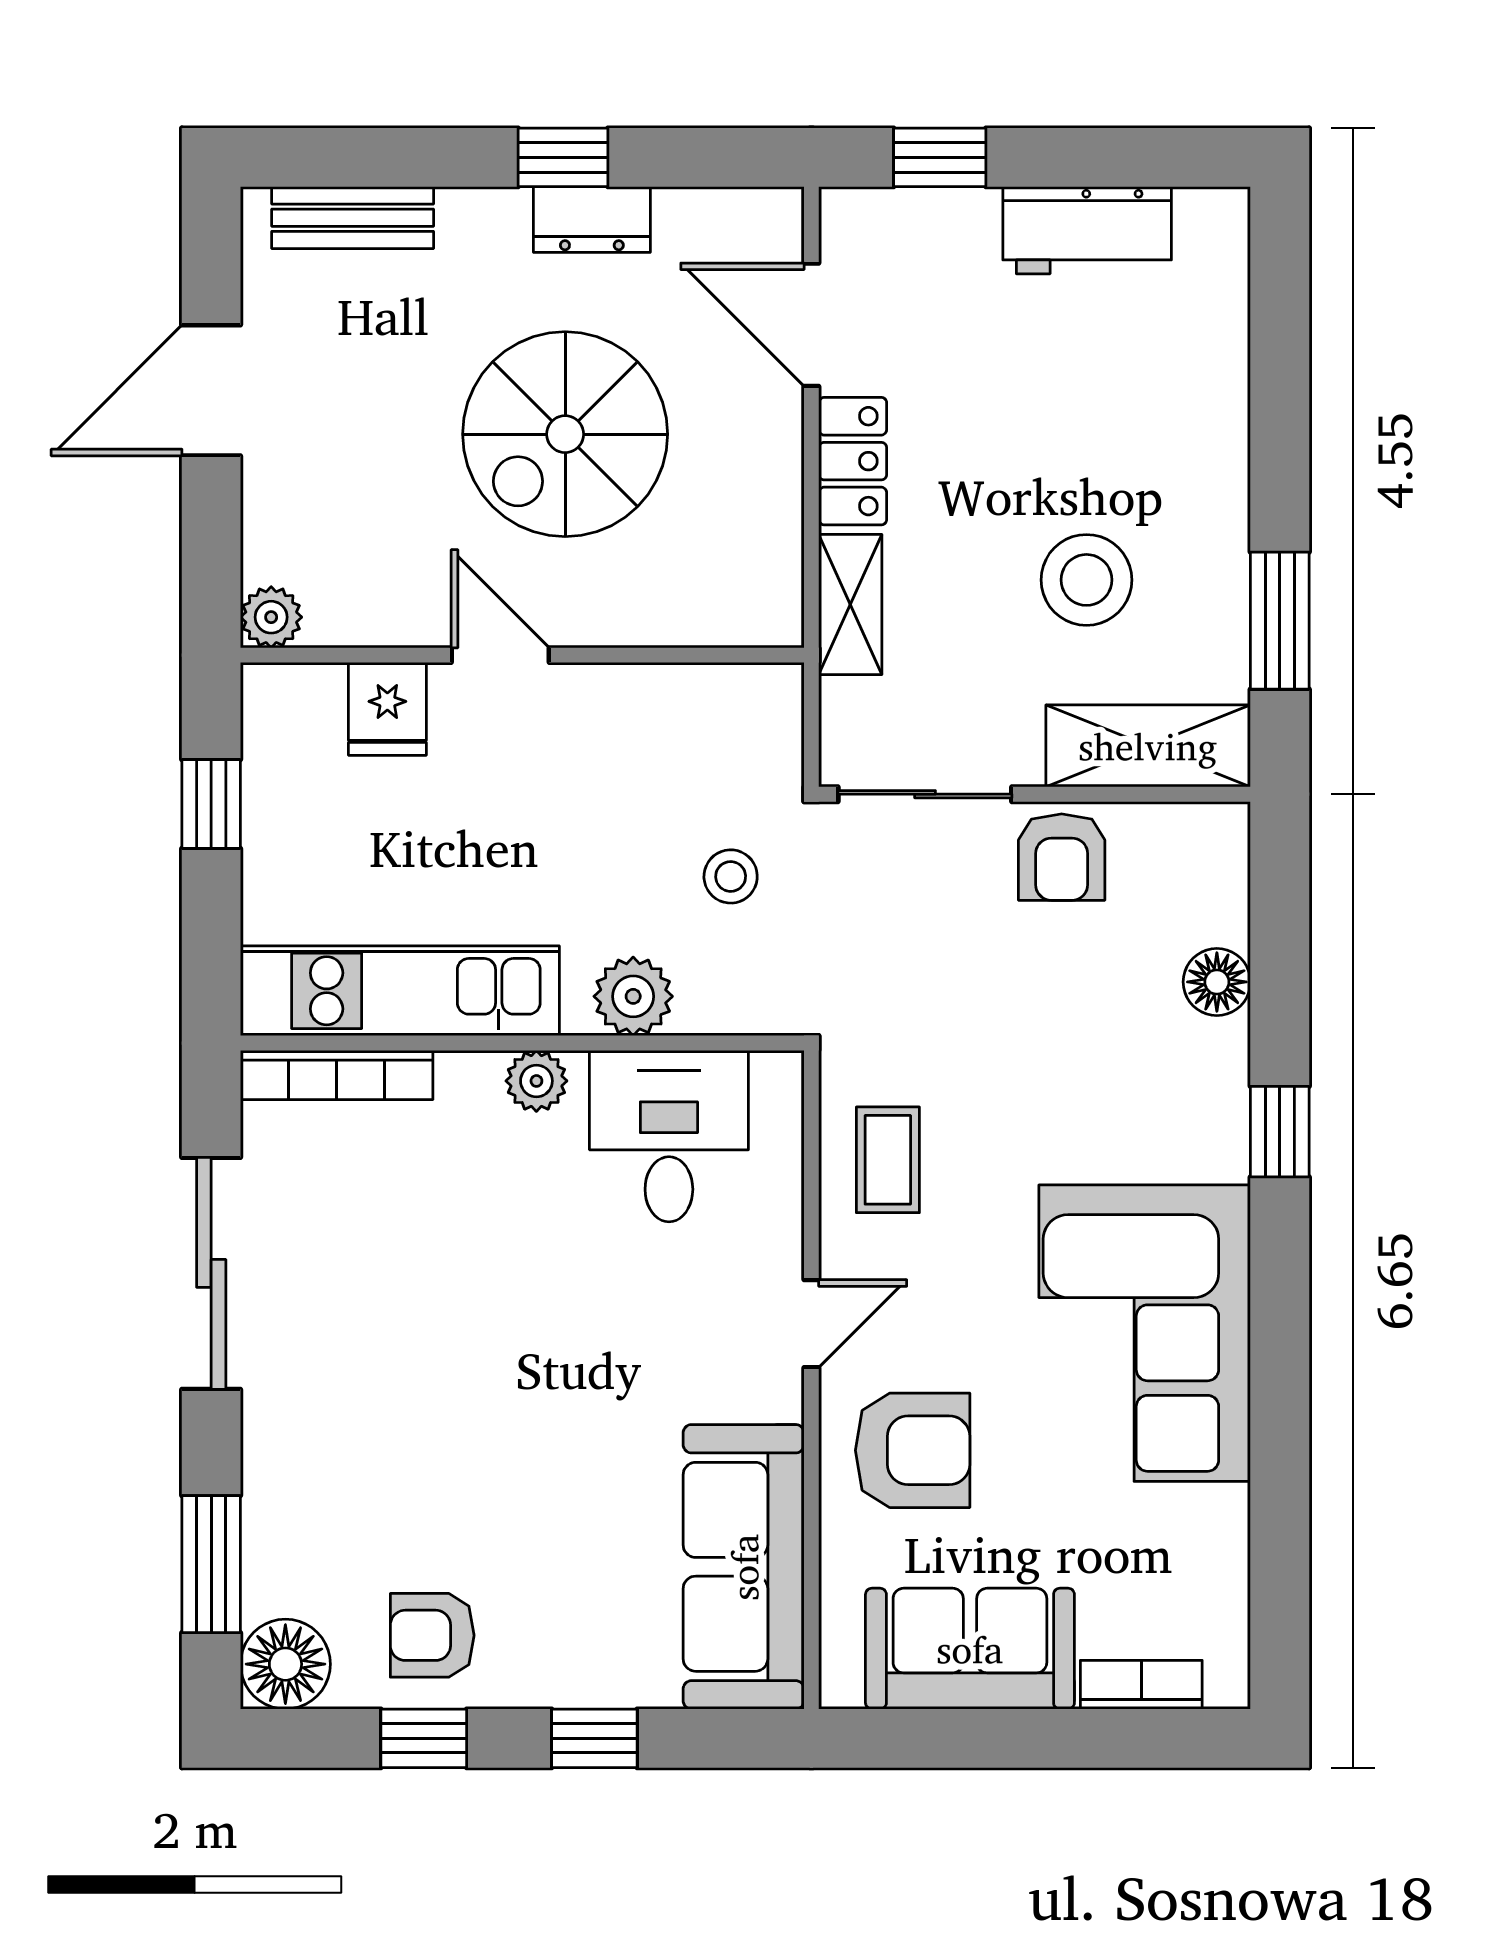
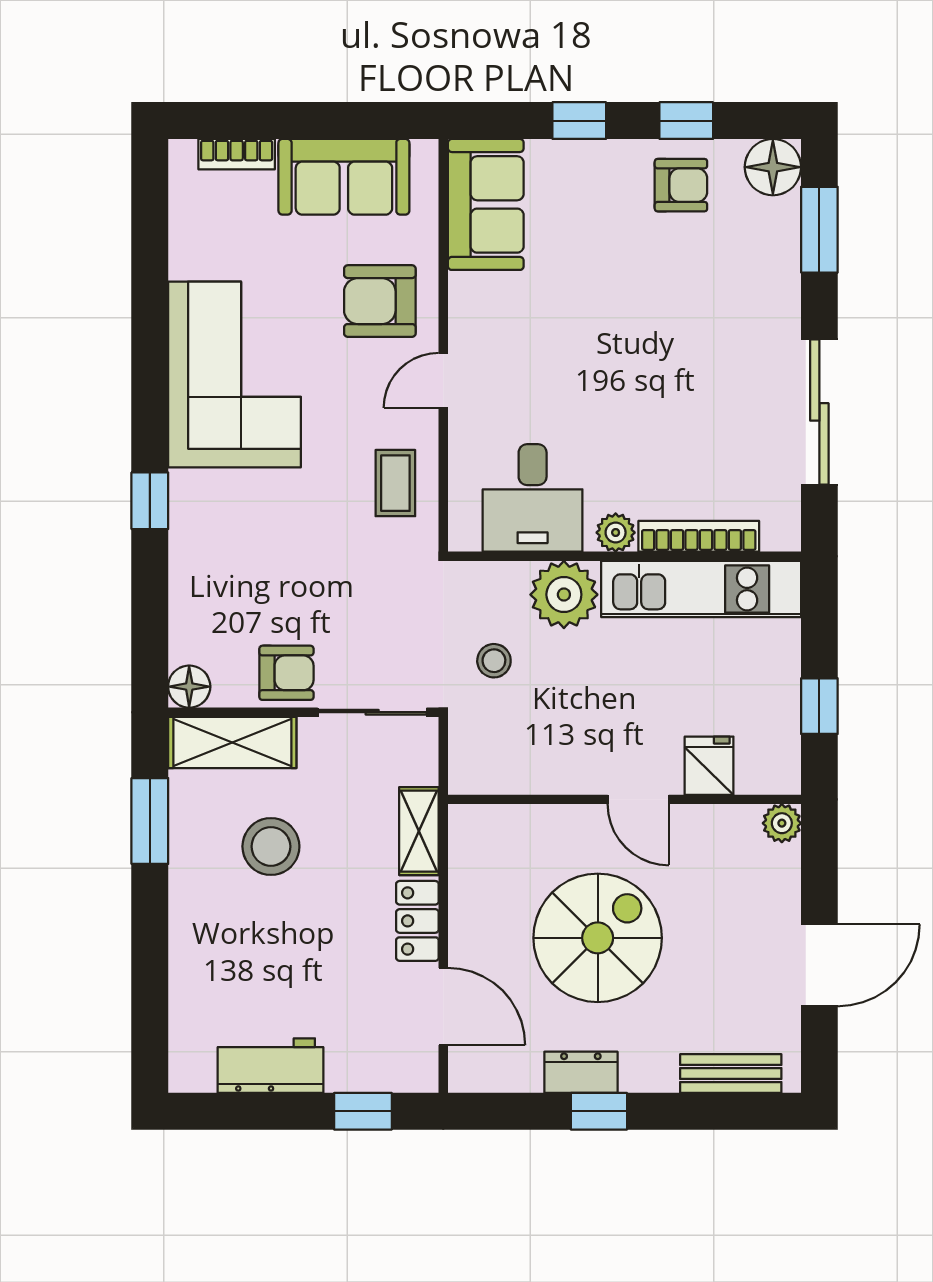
armchair: (1062, 857) -> (286, 673), turned 90
floor lamp: (1217, 982) -> (189, 687), moved
plant: (633, 996) -> (564, 595), width x1.36, depth x1.36
bookcase: (337, 1075) -> (699, 536), moved
sofa: (744, 1567) -> (486, 204), width x0.73

